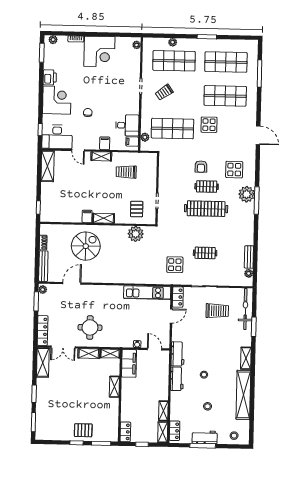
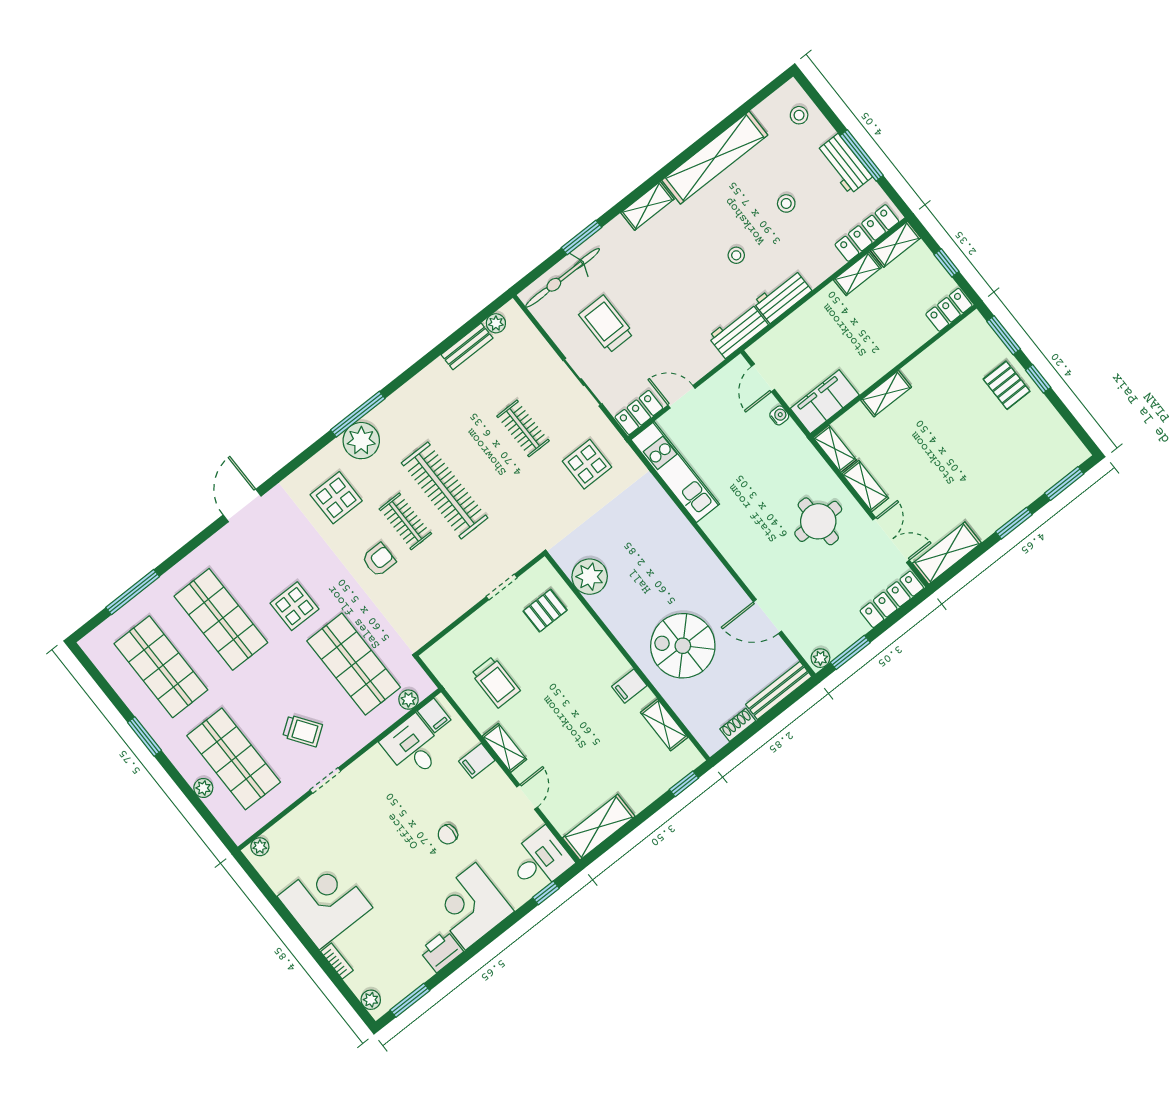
desk: (57, 137) -> (540, 860), width x0.73
shelving: (104, 218) -> (664, 725), moved
locker: (175, 431) -> (867, 233), width x1.53

